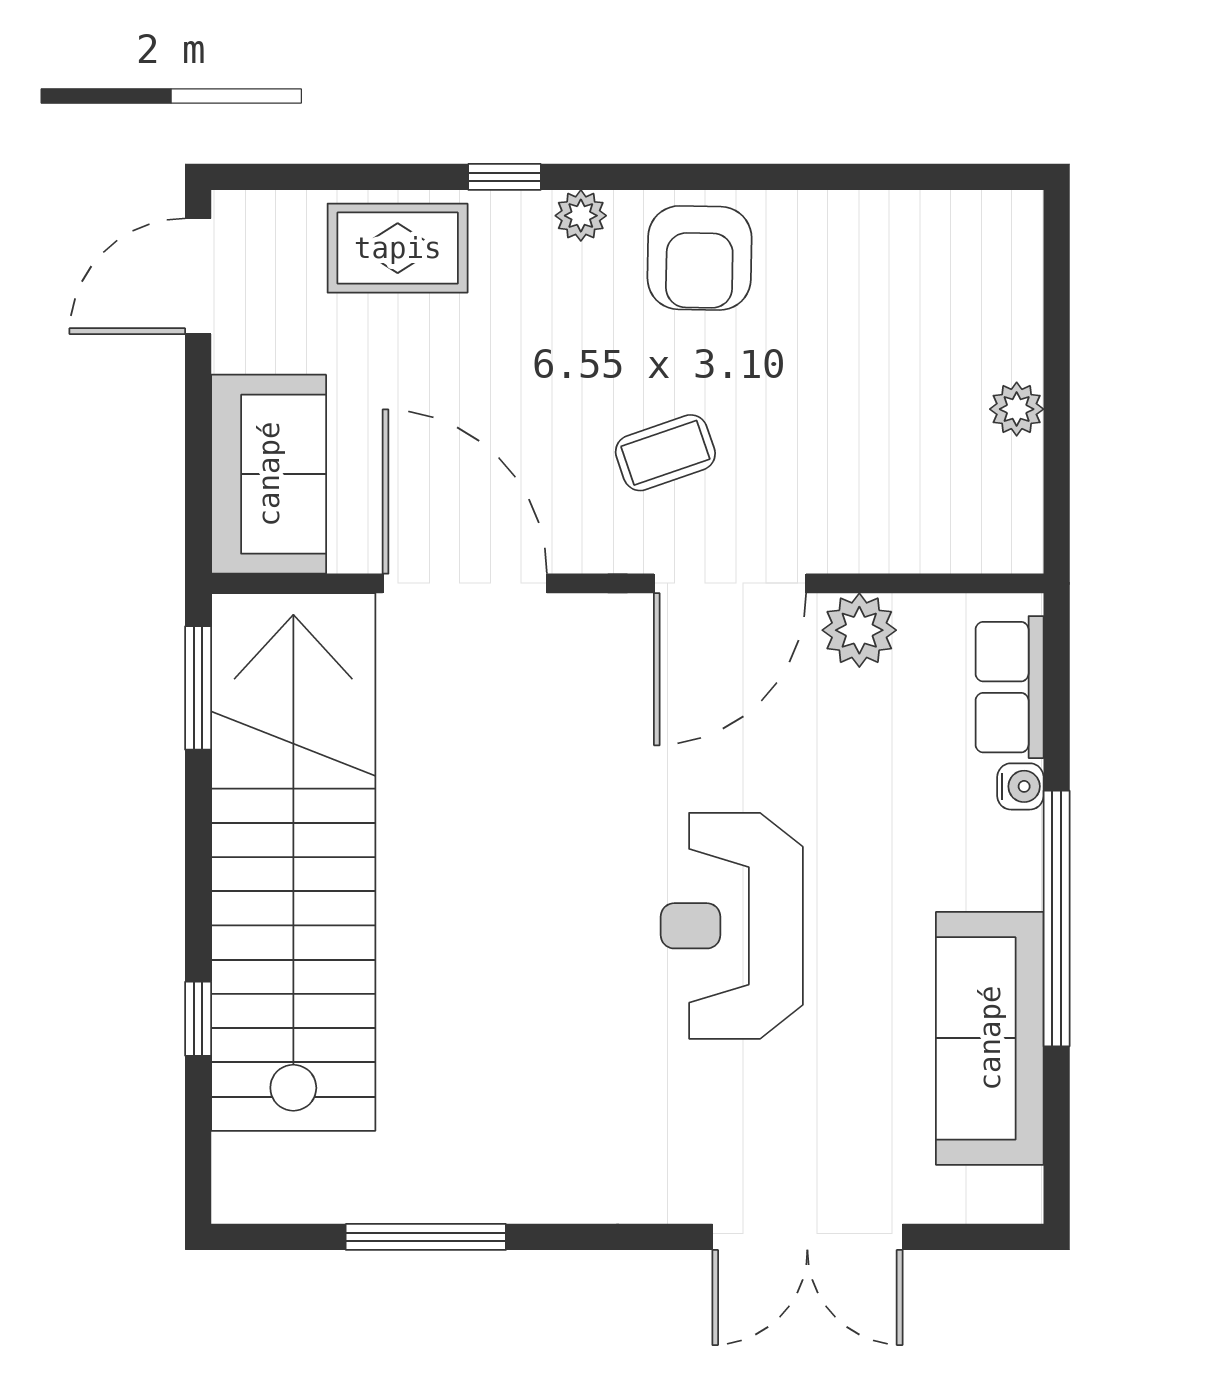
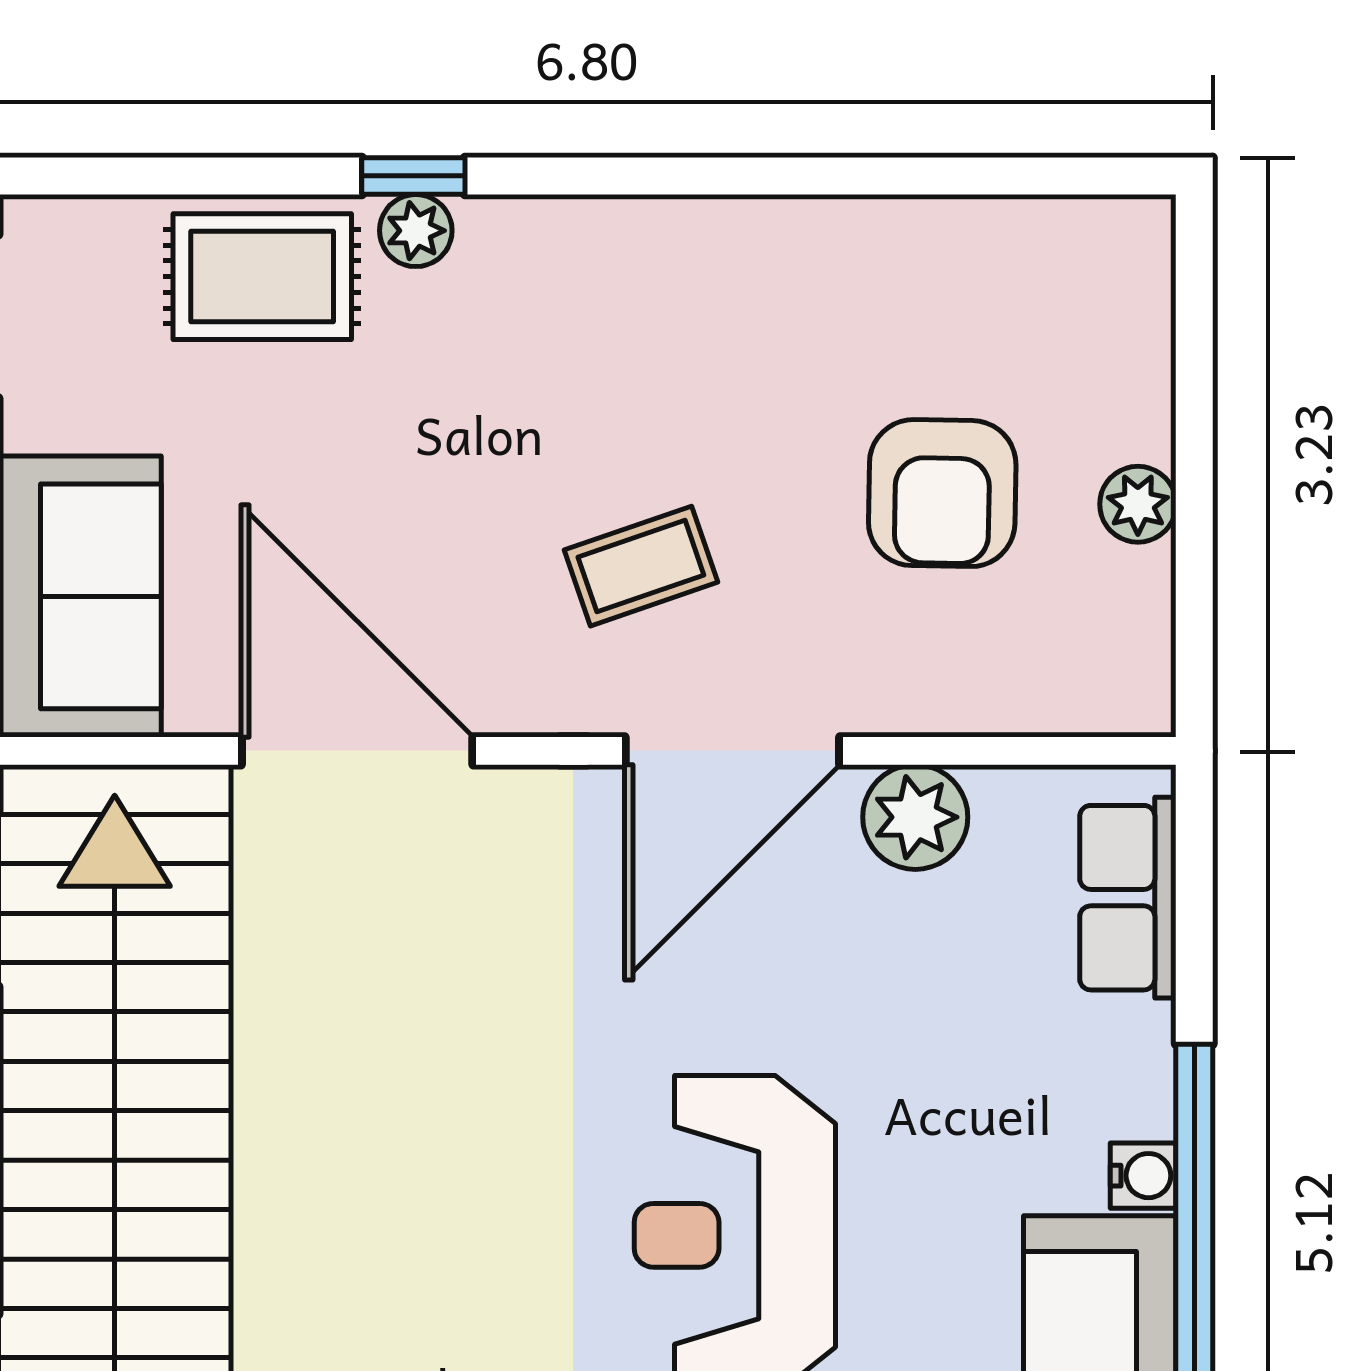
plant: (581, 216) -> (416, 231), moved
armchair: (700, 258) -> (942, 493), moved
water cooler: (1020, 786) -> (1143, 1176), moved

